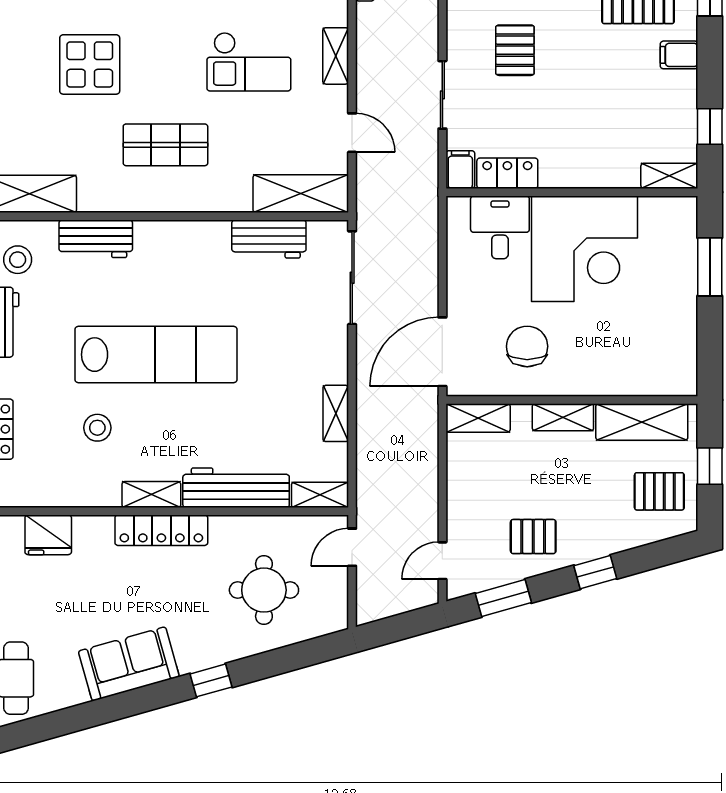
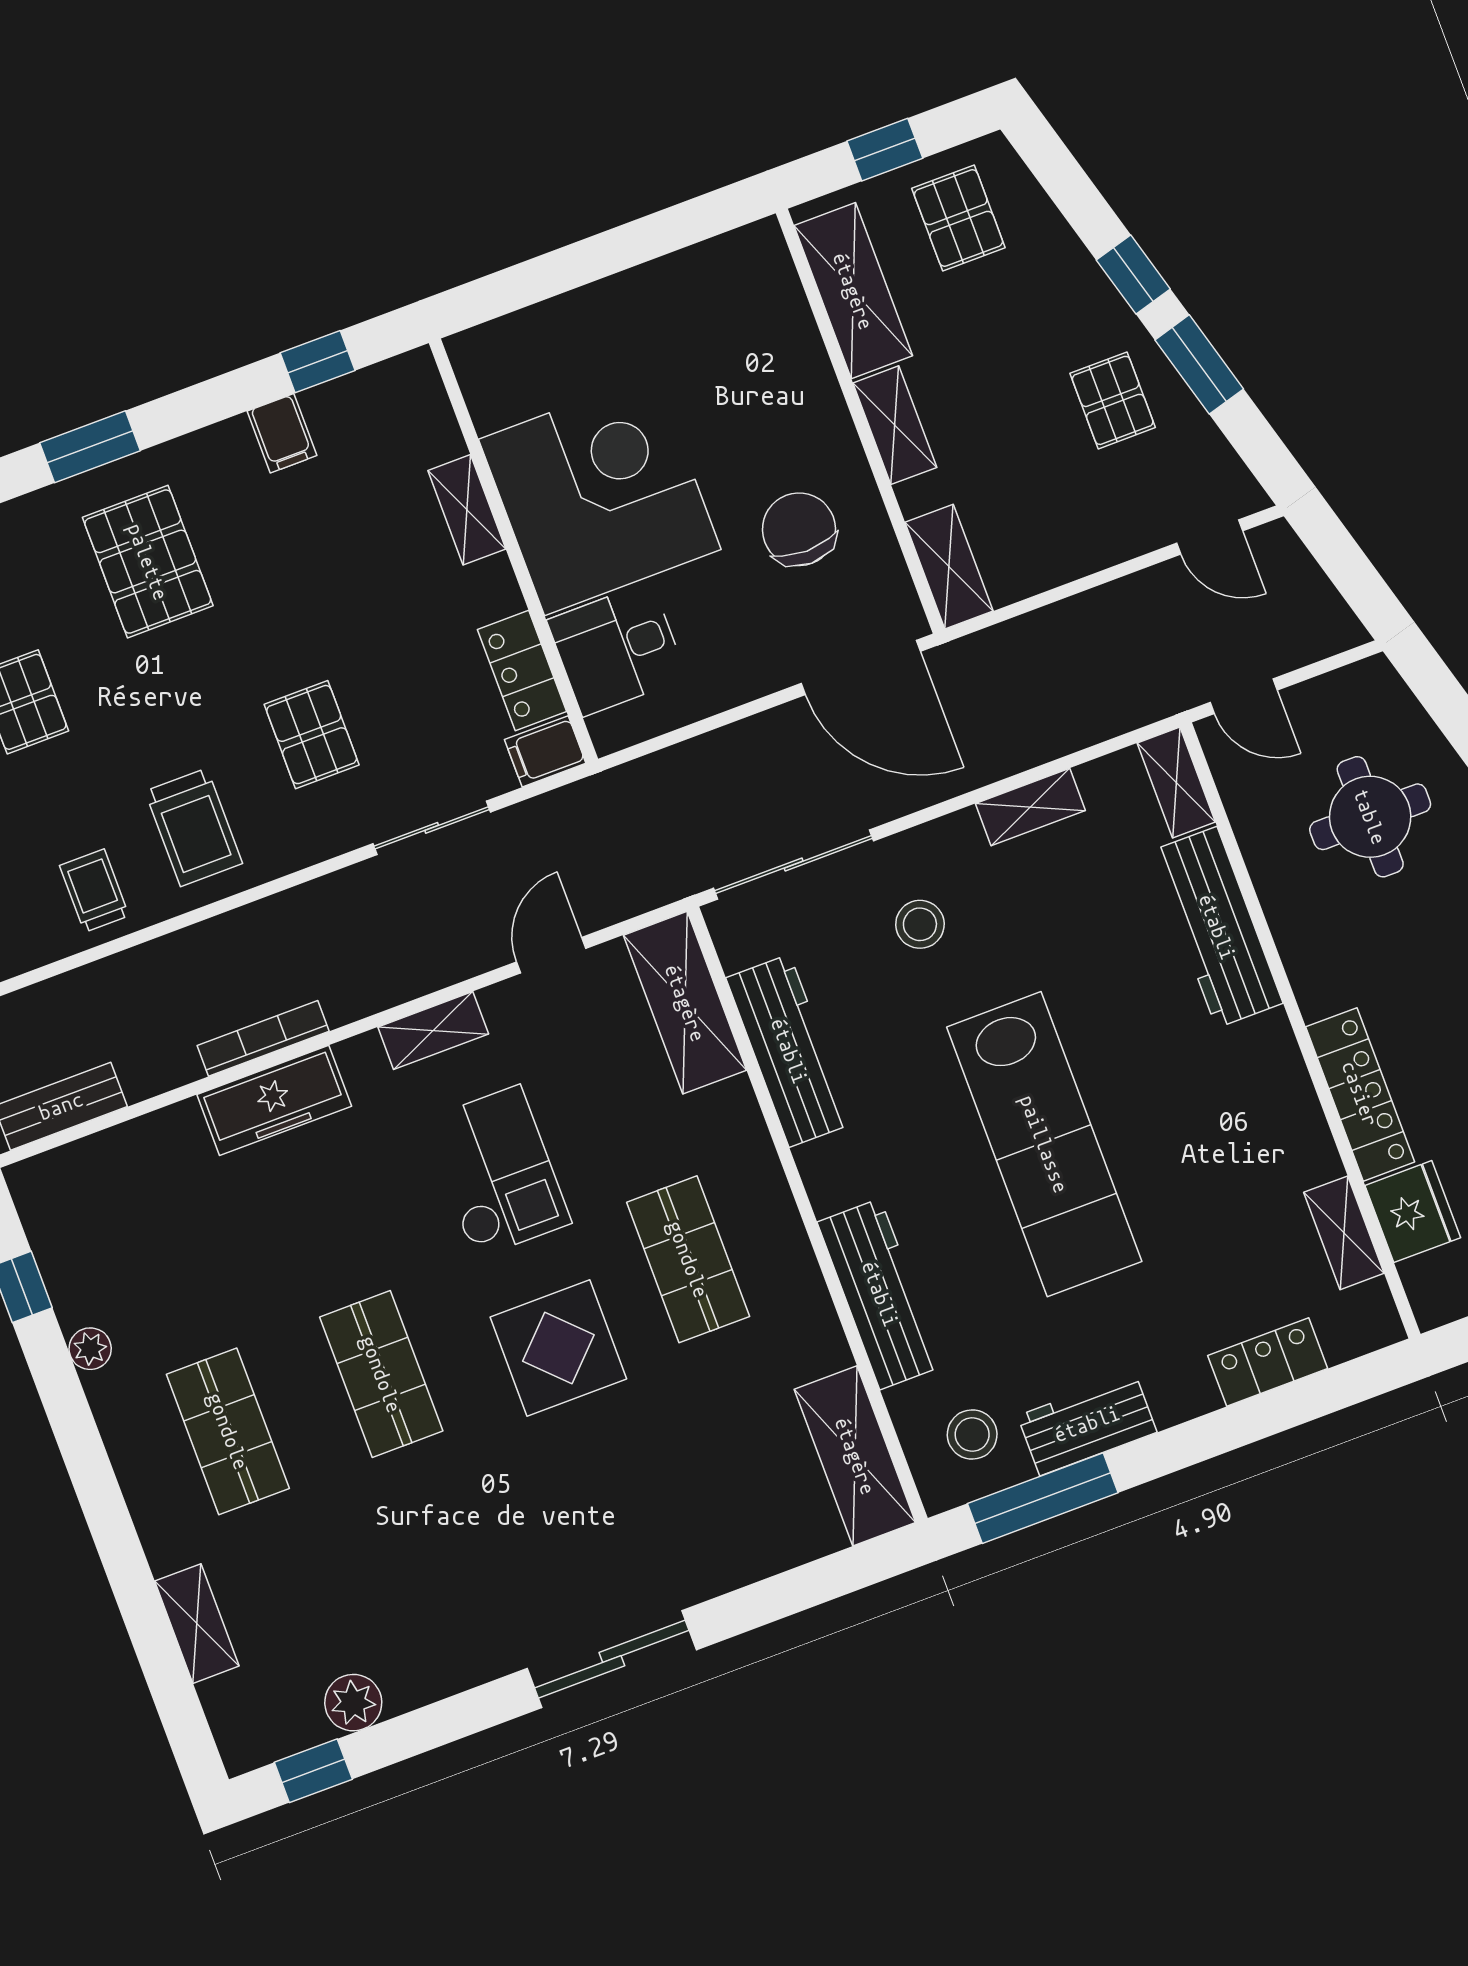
pallet: (515, 50) -> (312, 735), turned 90
filing cabinet: (679, 55) -> (282, 433), moved
display table: (90, 64) -> (558, 1348), moved
shelving: (669, 176) -> (467, 510), moved
workbench: (96, 239) -> (880, 1294), width x1.38
workbench: (269, 239) -> (789, 1051), width x1.38
window: (710, 267) -> (552, 274), removed
chair: (527, 346) -> (799, 529), turned 90
lab bench: (156, 355) -> (1044, 1144), turned 180
stool: (97, 428) -> (920, 924), moved
shelving: (151, 495) -> (1344, 1233), moved
locker: (161, 530) -> (1360, 1094), moved
window: (503, 598) -> (1199, 364), moved

